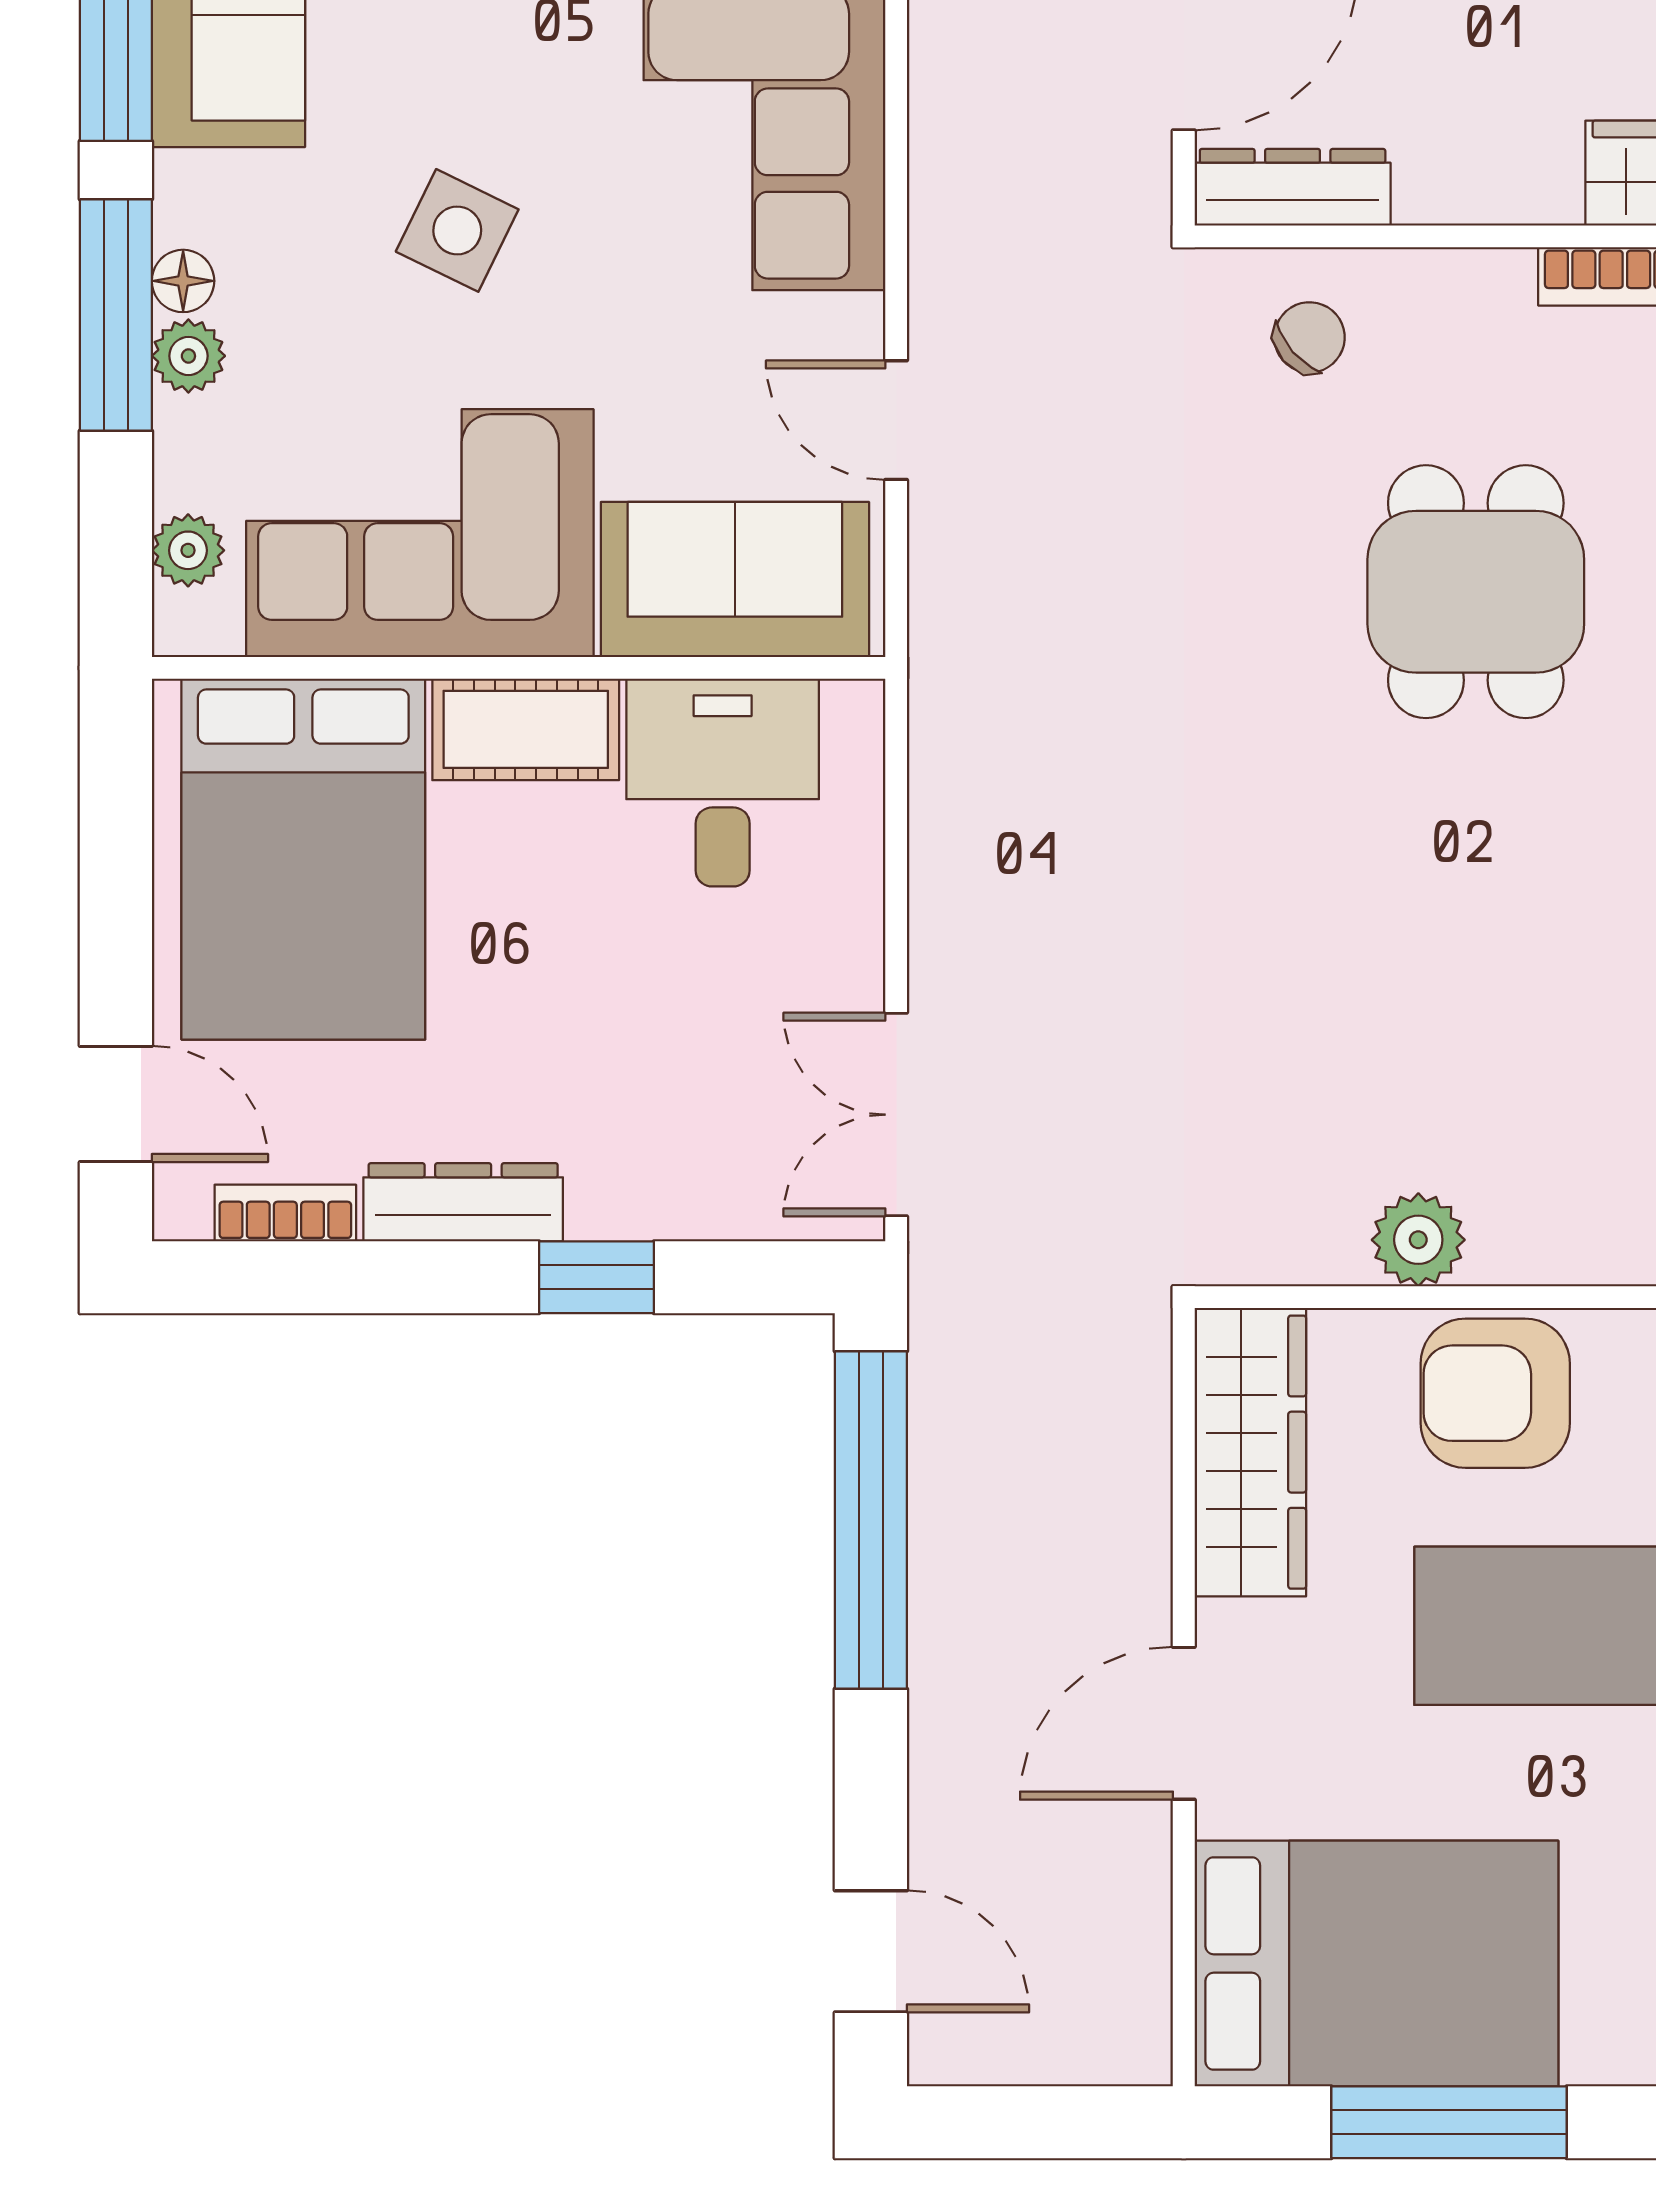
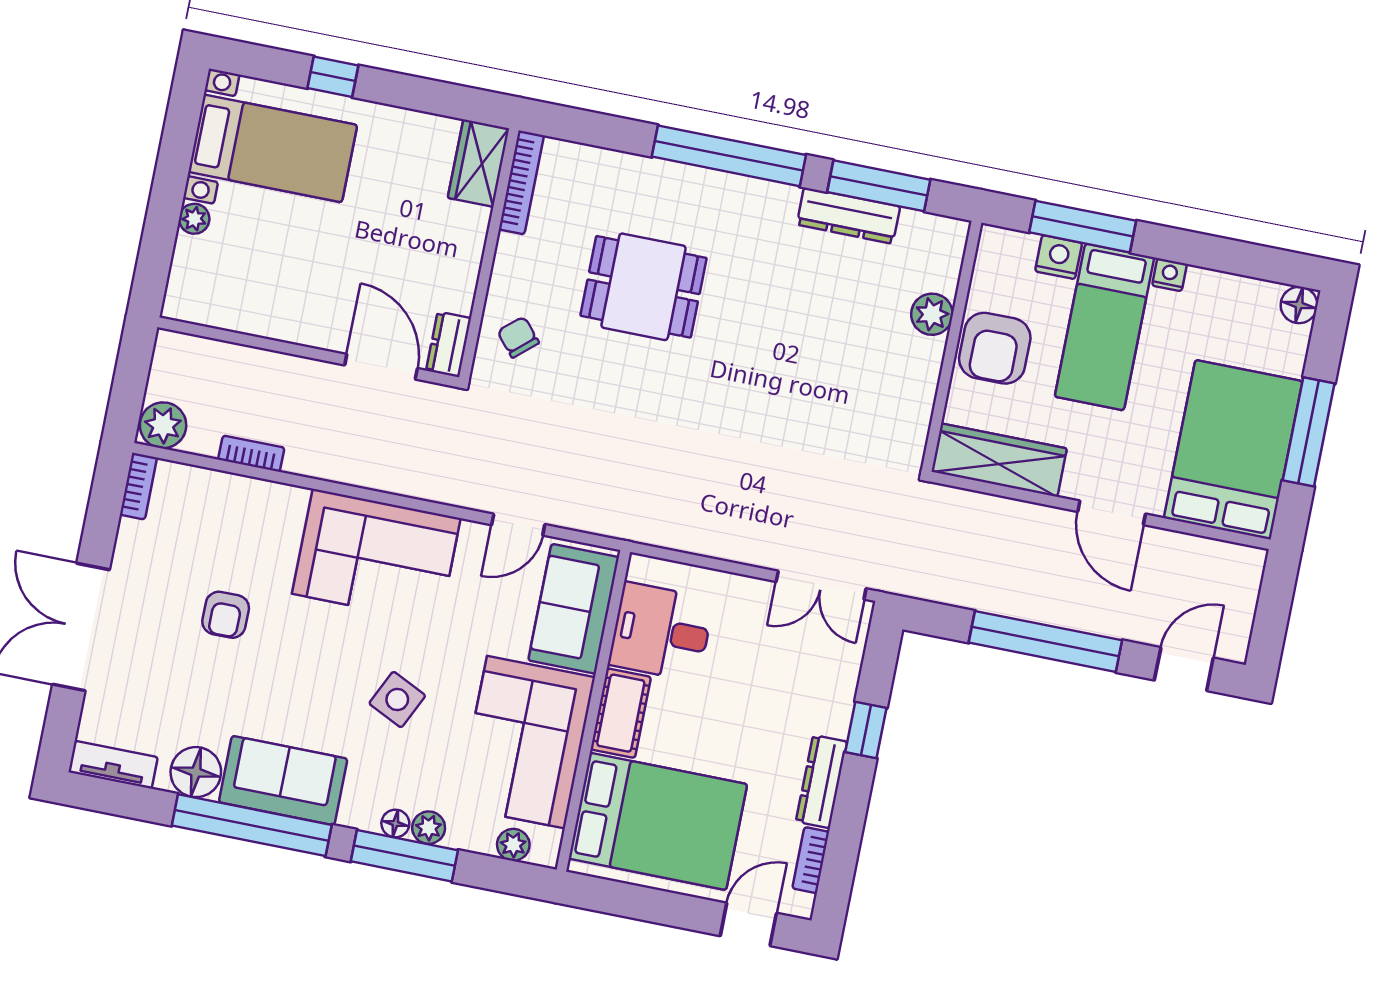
dresser: (1293, 187) -> (449, 344), width x0.70
plant: (1418, 1240) -> (932, 314), moved
window: (871, 1520) -> (1045, 641), moved

